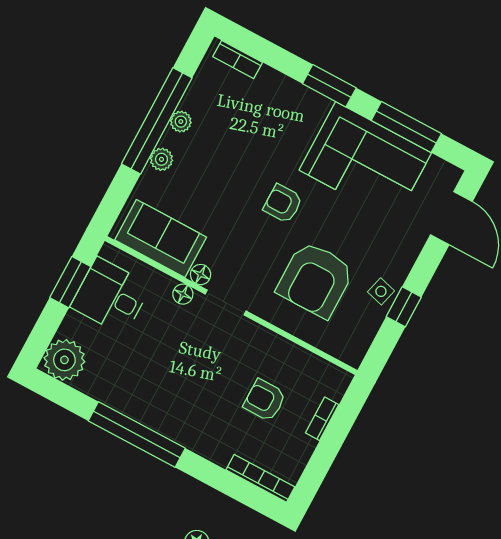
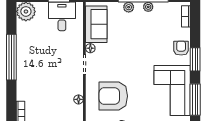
armchair: (283, 204) -> (181, 48), moved
floor lamp: (183, 294) -> (79, 99), moved
armchair: (265, 400) -> (53, 102), removed

